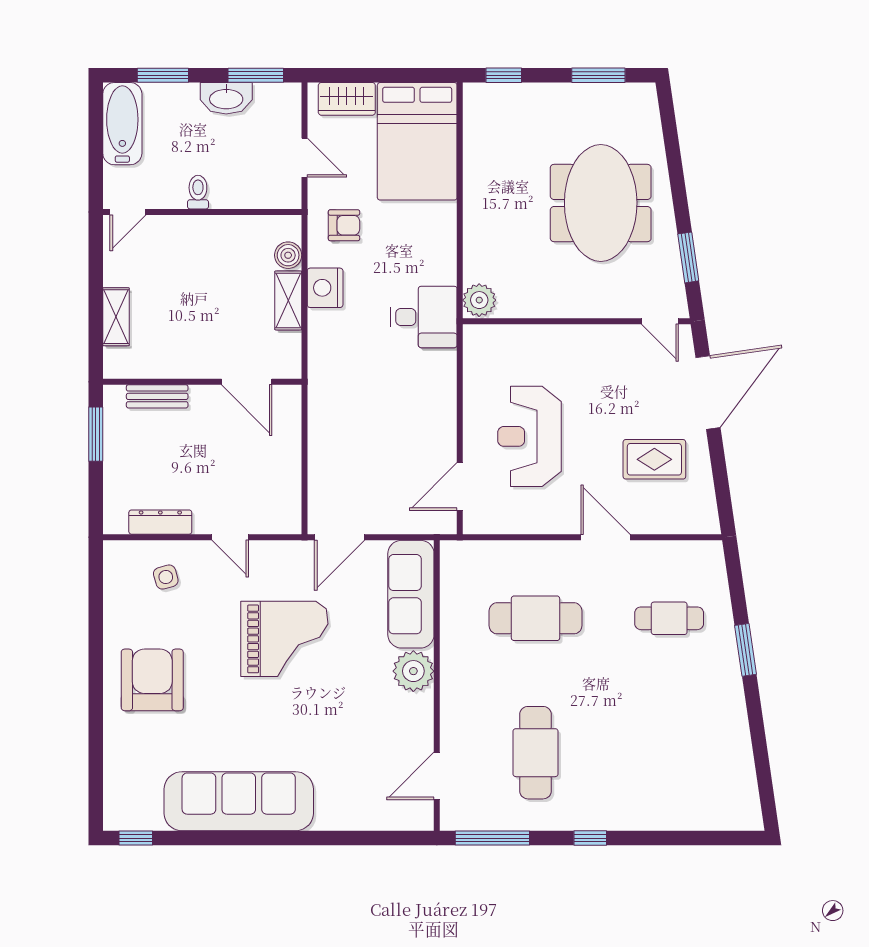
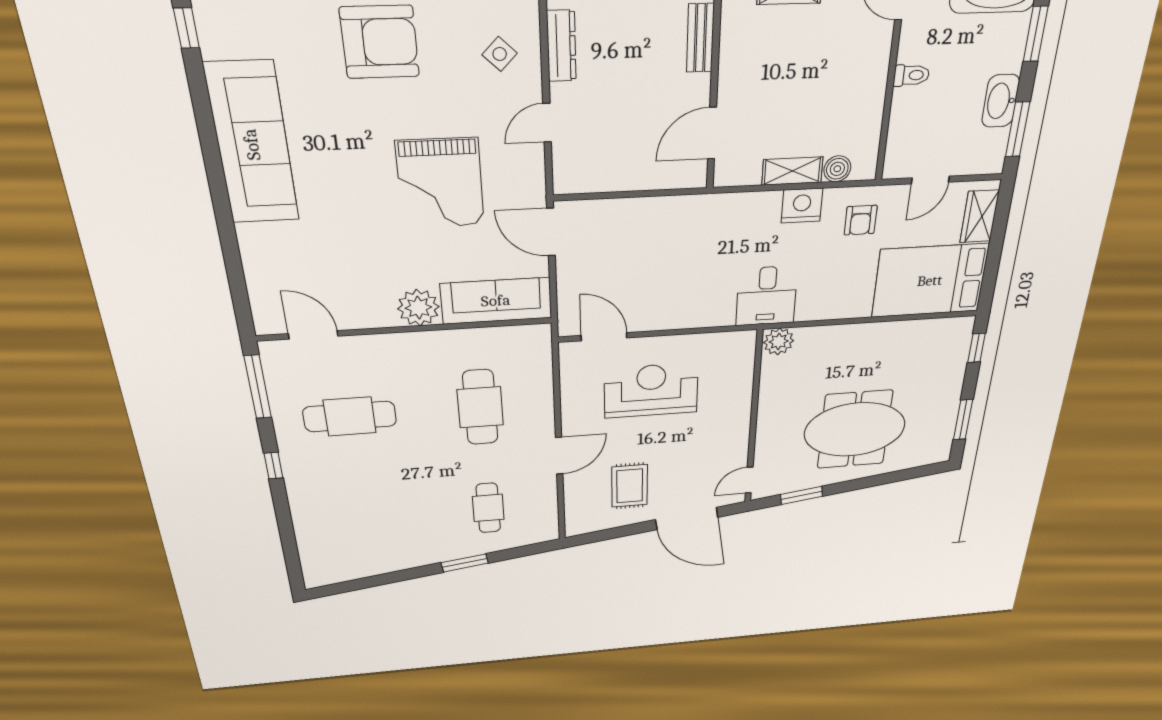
side table: (166, 577) -> (500, 54), turned -30

